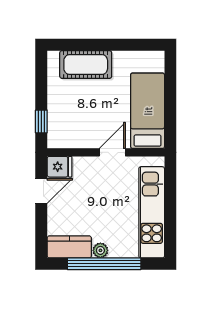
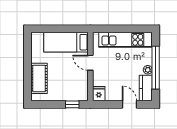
door: (41, 191) -> (130, 104), moved

